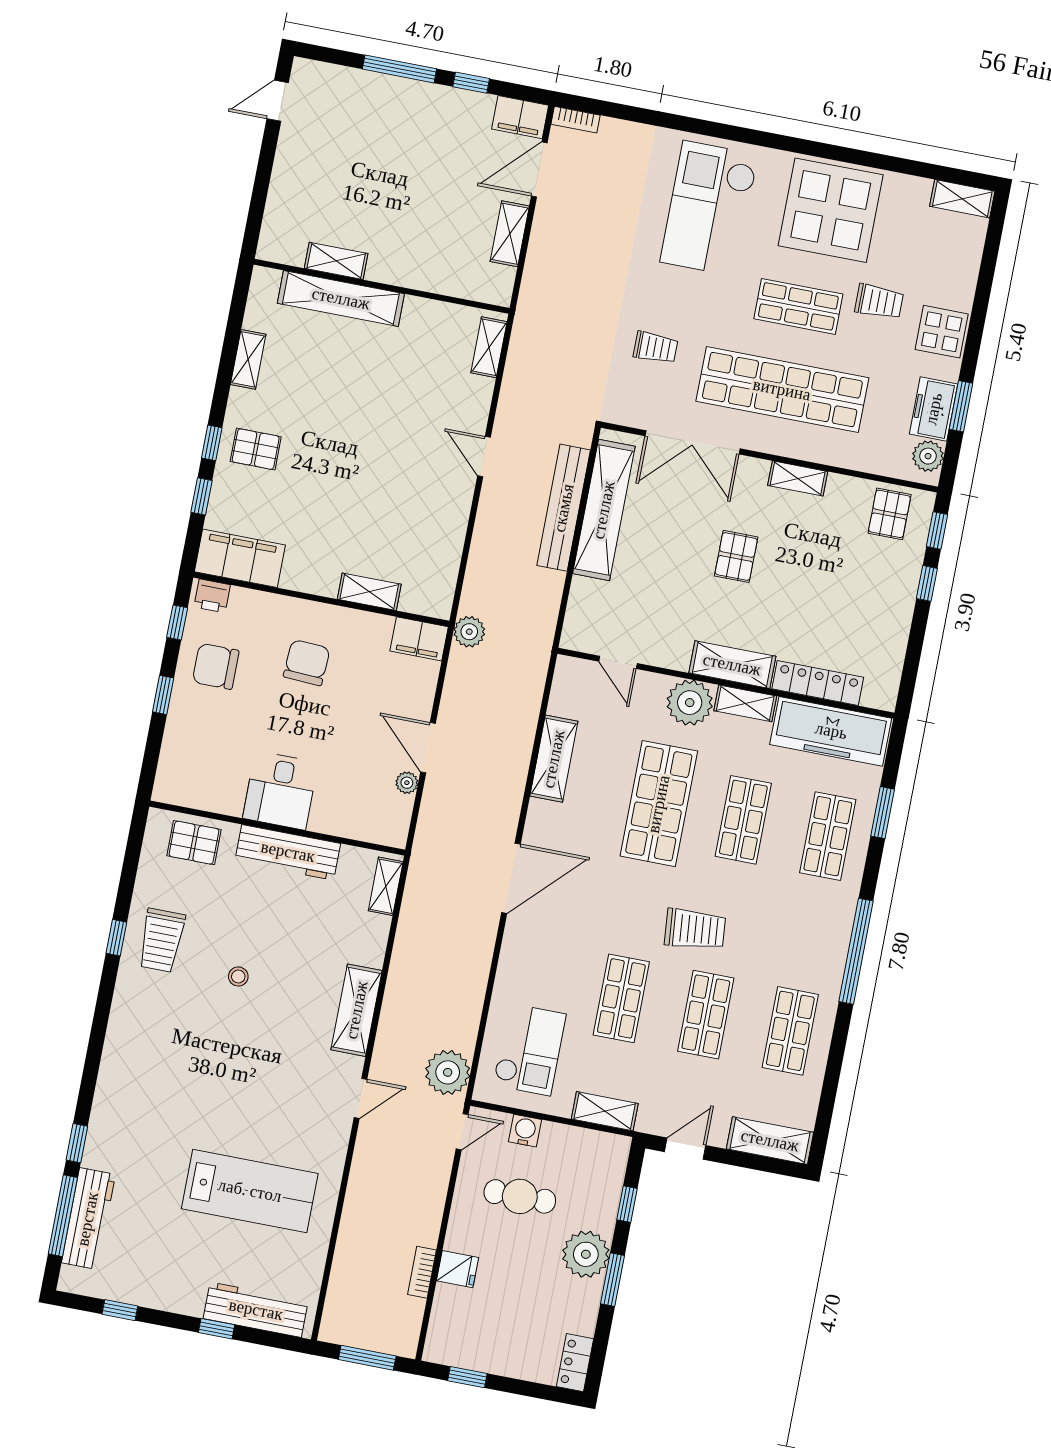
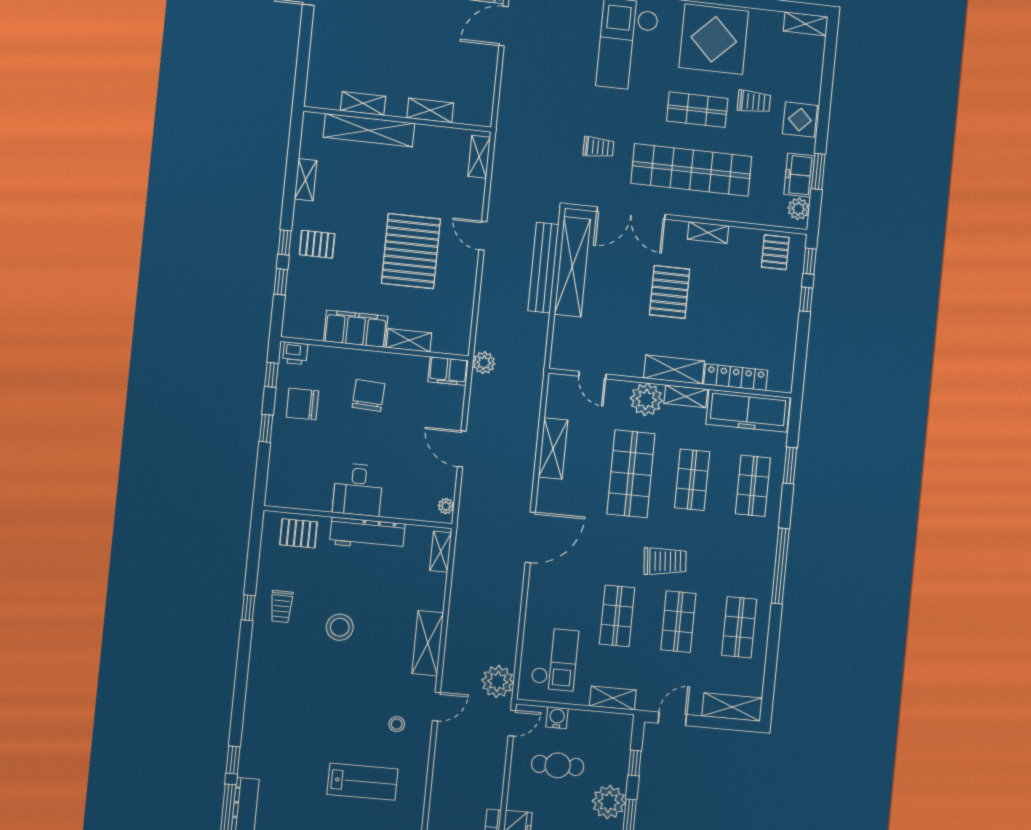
shelving: (510, 234) -> (430, 110), moved, turned 90
pallet: (383, 469) -> (411, 251), added
pallet: (736, 556) -> (670, 292), width x1.50, depth x1.42
filing cabinet: (240, 558) -> (356, 329), moved
plant: (407, 783) -> (446, 506), moved
trolley: (162, 940) -> (281, 606), width x0.73, depth x0.72
stool: (238, 976) -> (340, 627), width x1.89, depth x1.89
stool: (304, 1117) -> (397, 724), added
lab bench: (250, 1191) -> (362, 782), width x0.73, depth x0.72

